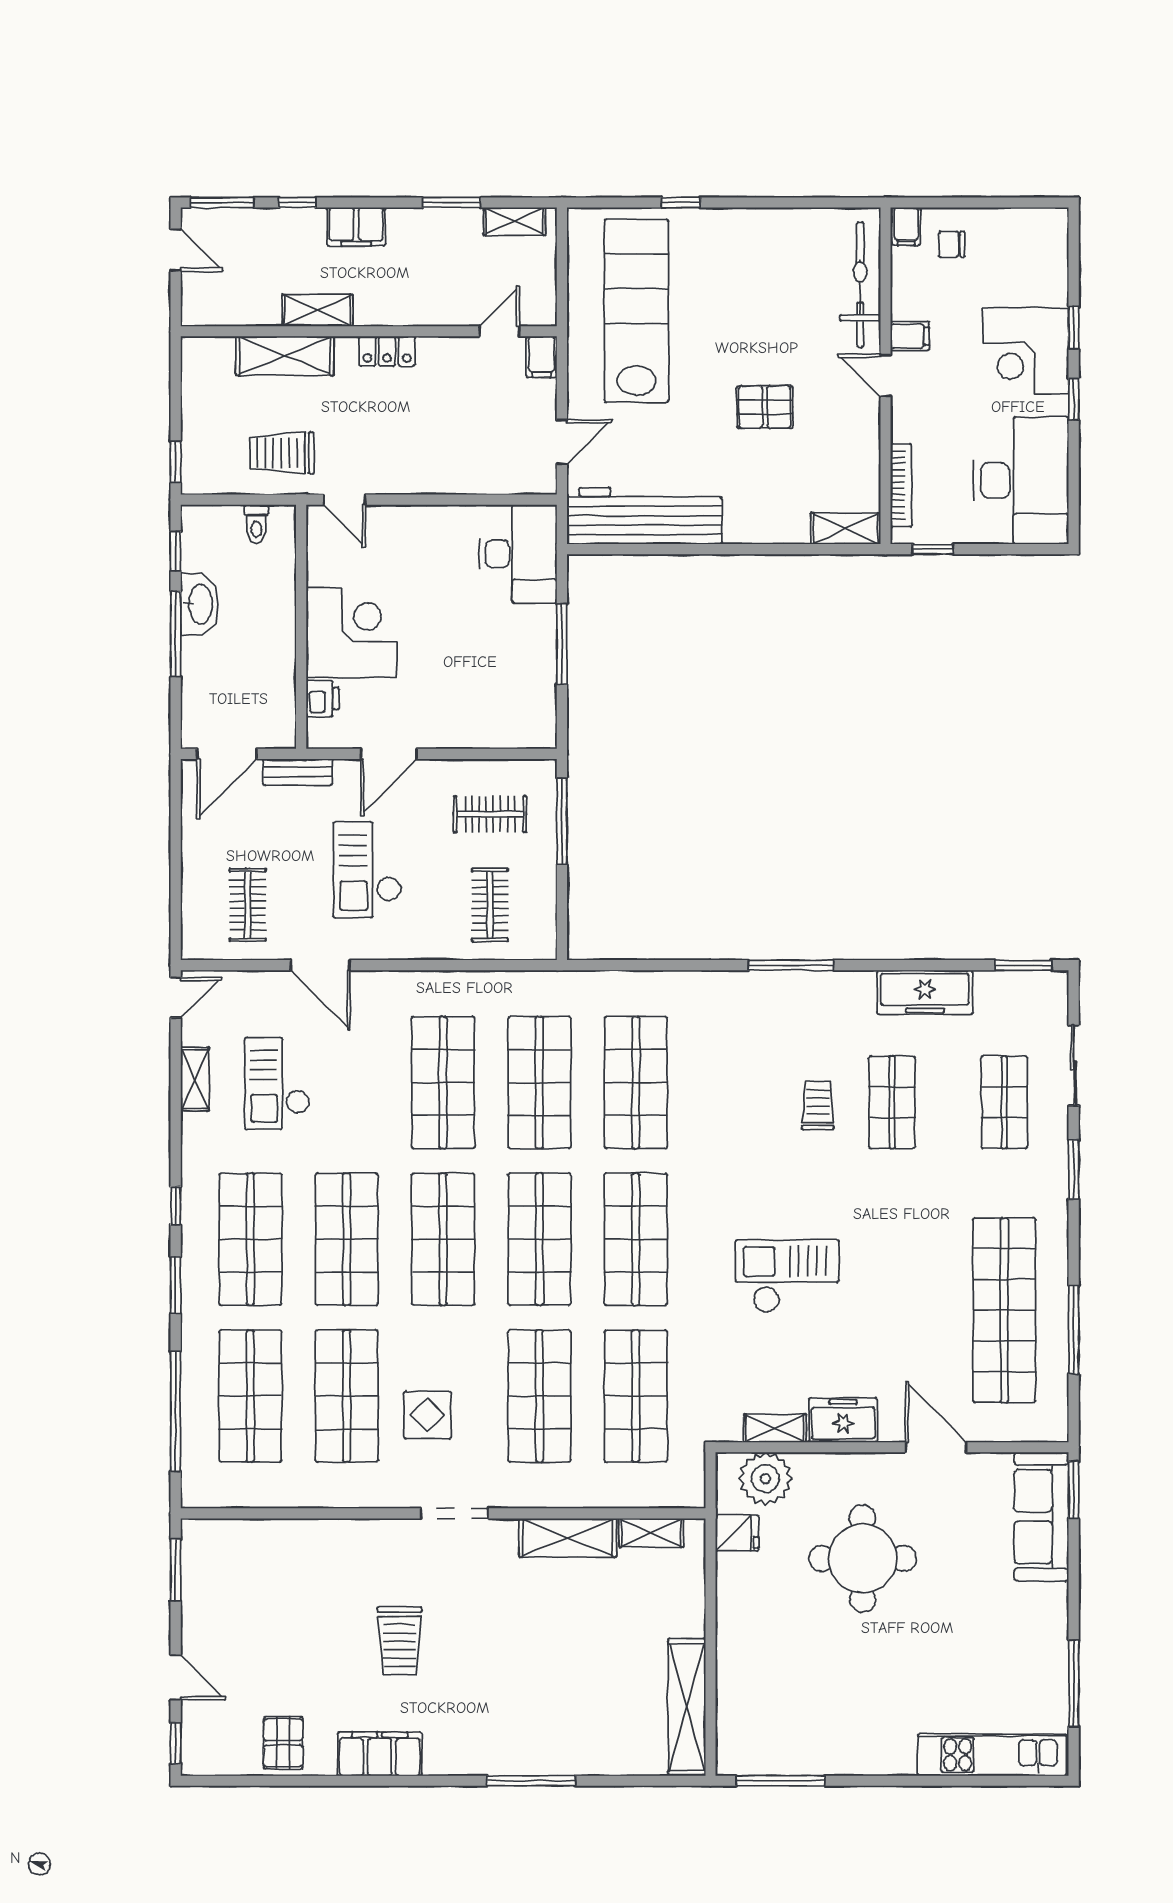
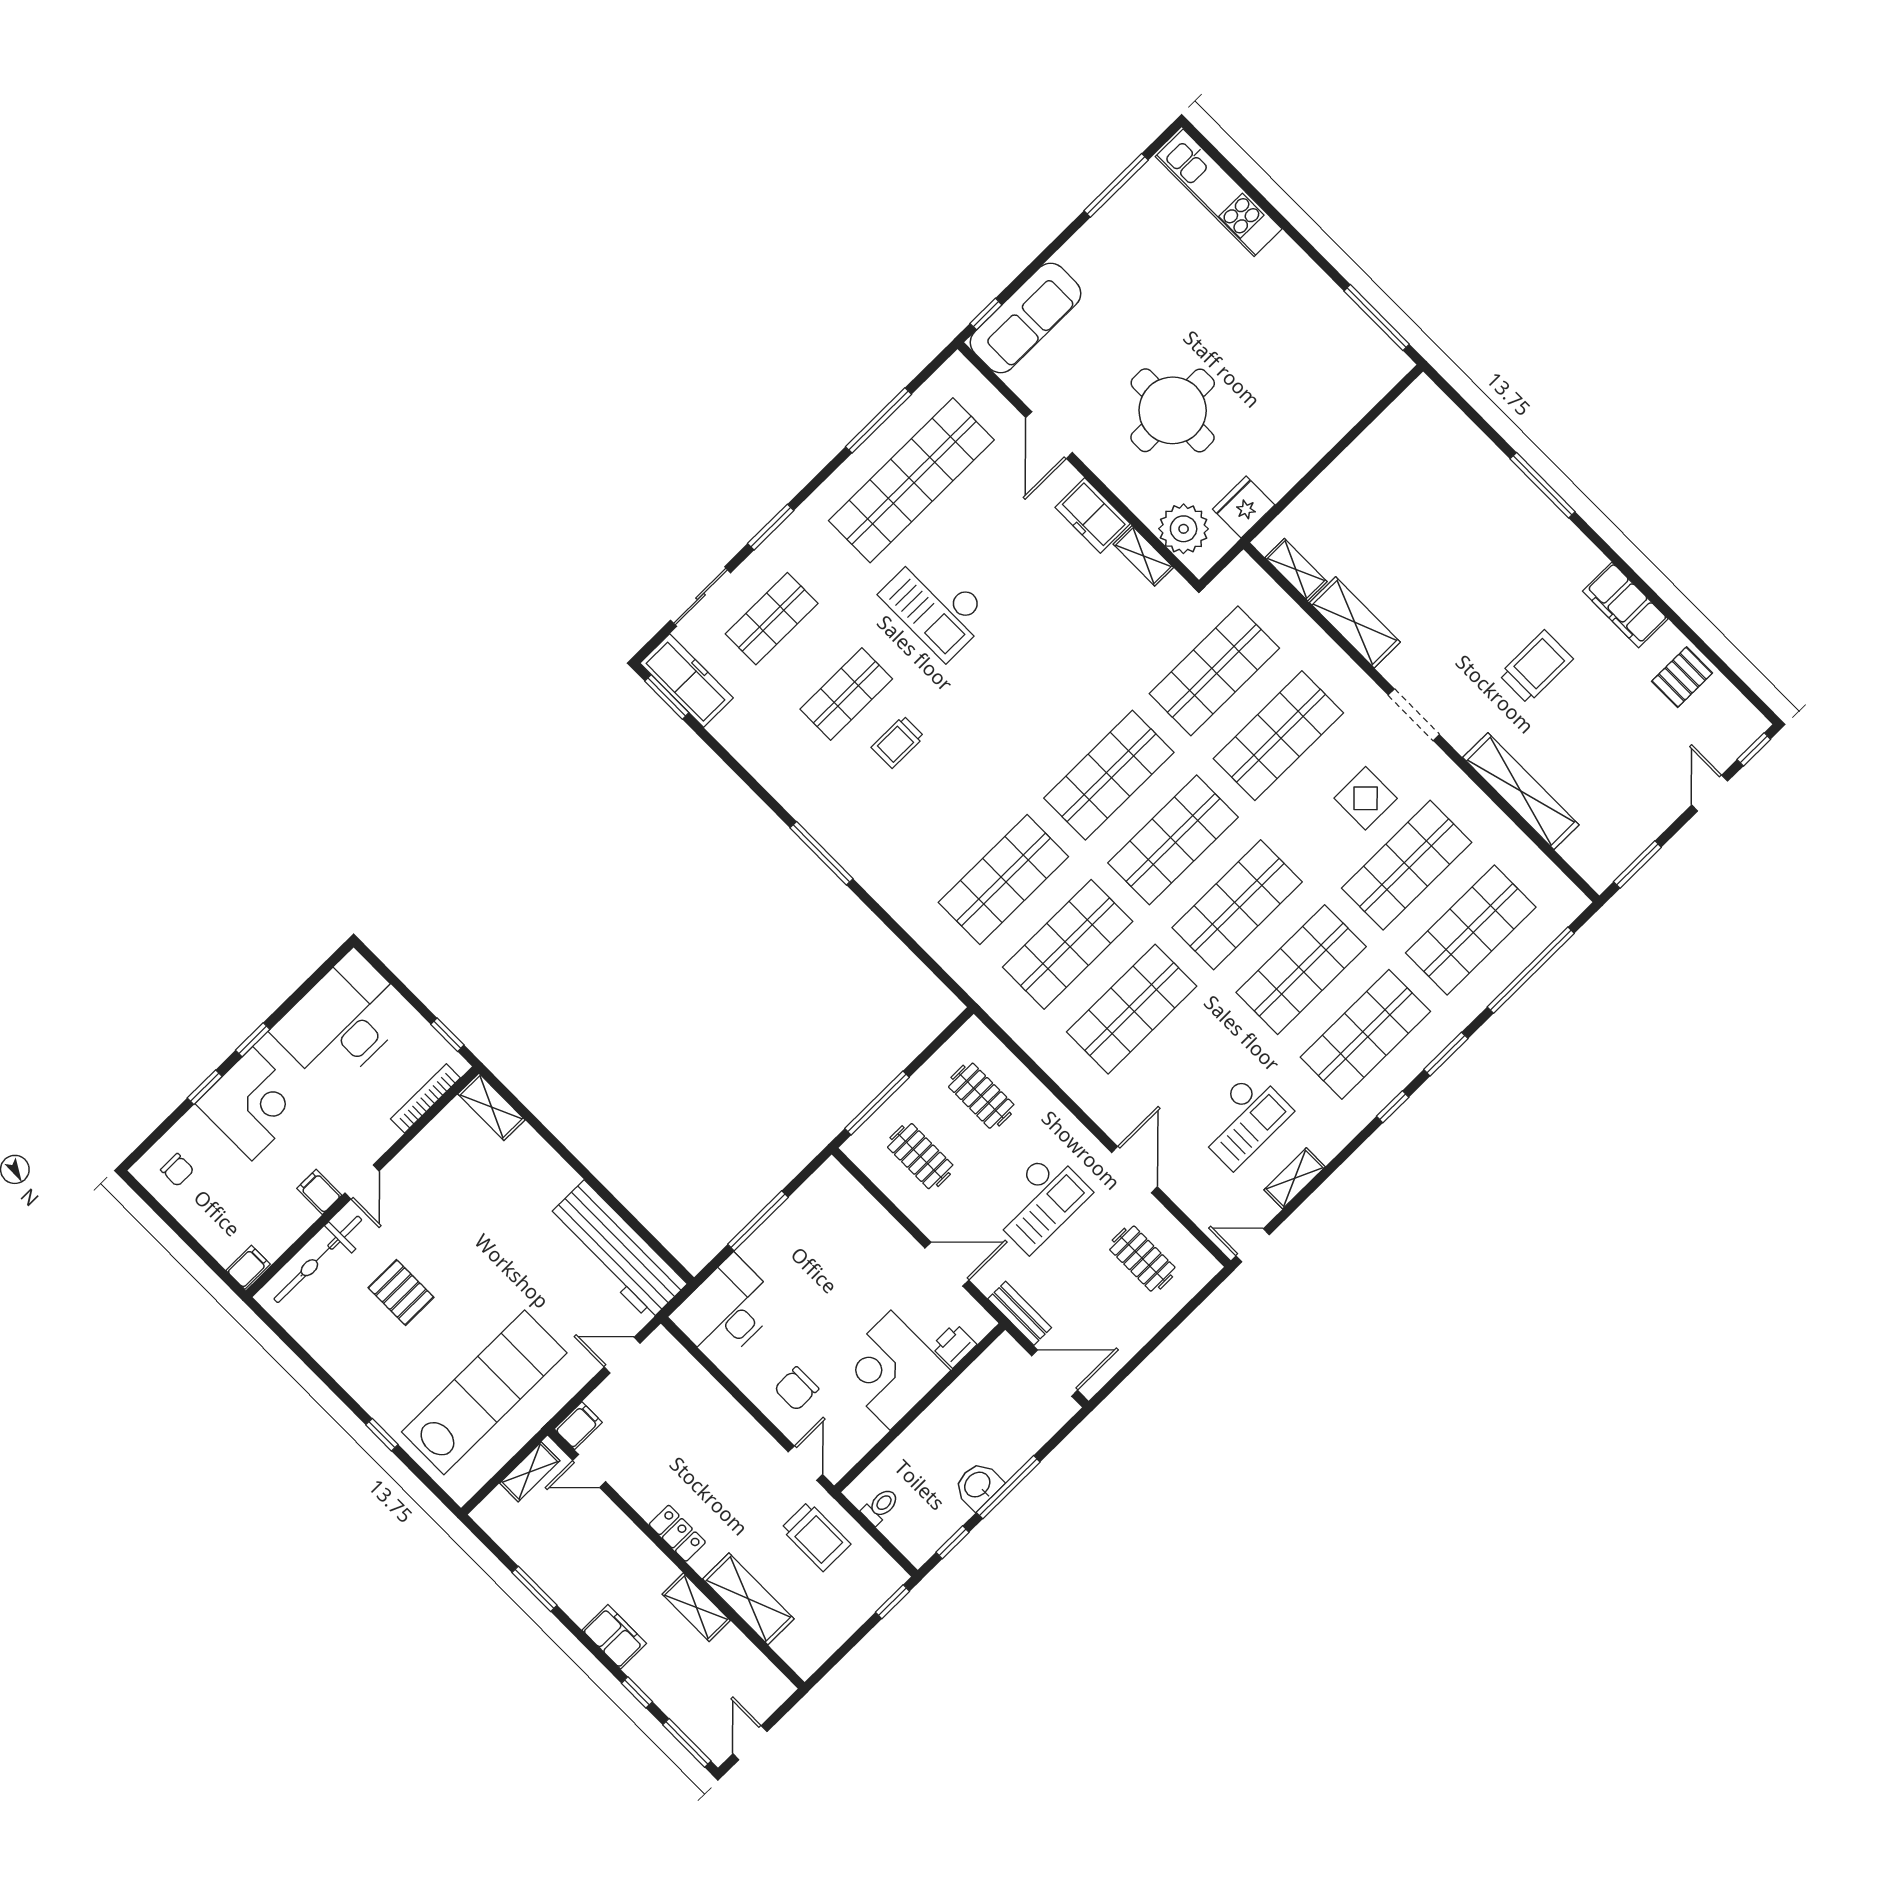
shelving: (514, 221) -> (530, 1472), moved, turned 90
chair: (952, 244) -> (177, 1170), moved
lab bench: (637, 311) -> (484, 1392), turned 180
pallet: (765, 407) -> (401, 1292), moved
chair: (407, 548) -> (796, 1389), added
washbasin: (199, 604) -> (978, 1485), width x0.72
clothes rail: (248, 905) -> (1142, 1259), turned 90
clothes rail: (490, 905) -> (981, 1096), turned 90
freezer: (925, 992) -> (687, 680), moved
checkout: (787, 1276) -> (936, 605), moved
window: (1074, 1490) -> (986, 314), width x0.67
fridge: (737, 1533) -> (1244, 507), width x1.38
shelving: (687, 1707) -> (1521, 791), moved, turned 90

